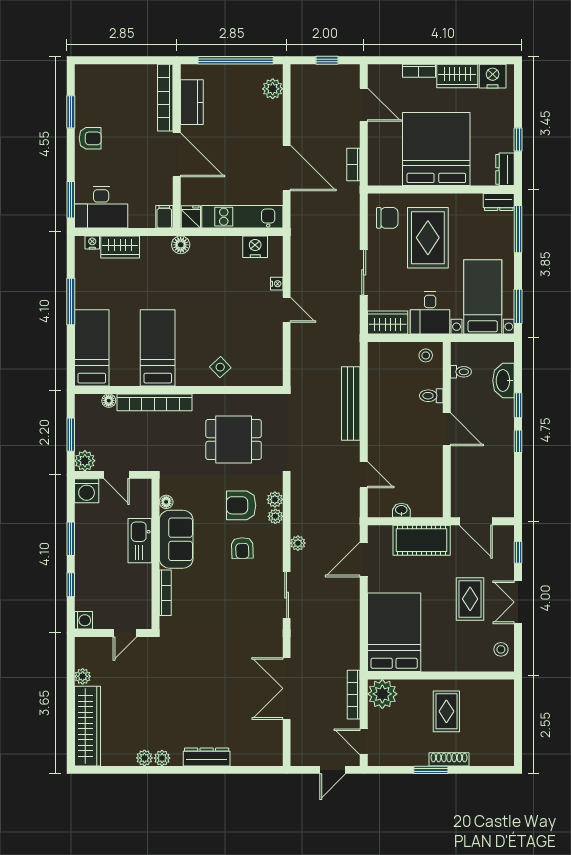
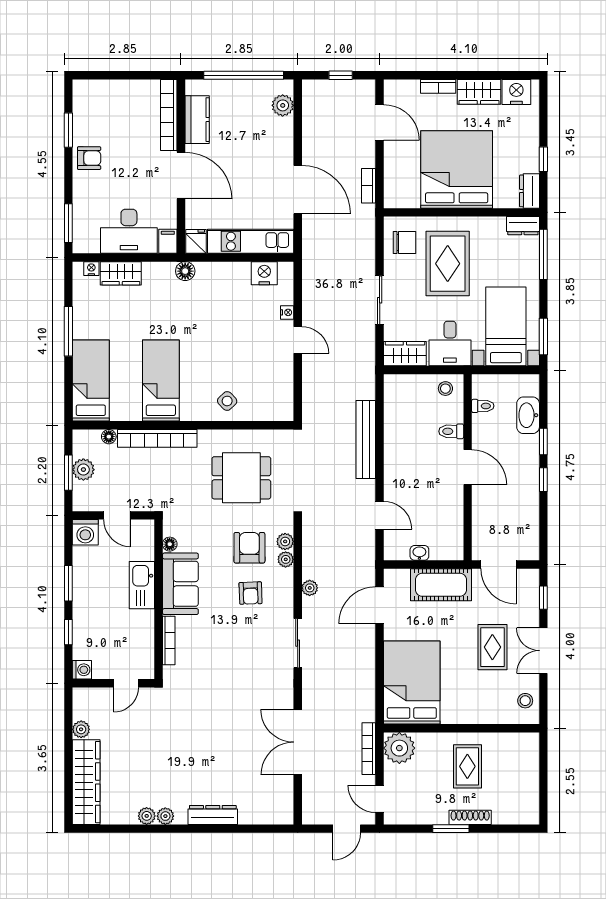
desk: (101, 207) -> (129, 231), moved
plant: (85, 461) -> (83, 470), moved
armchair: (241, 505) -> (249, 548), turned 90

